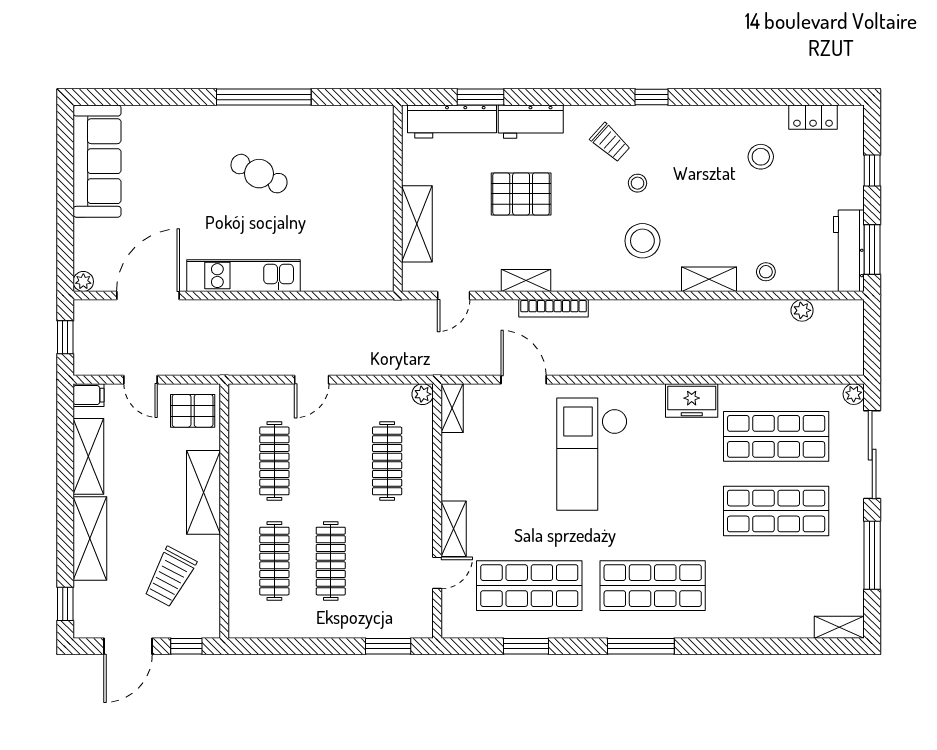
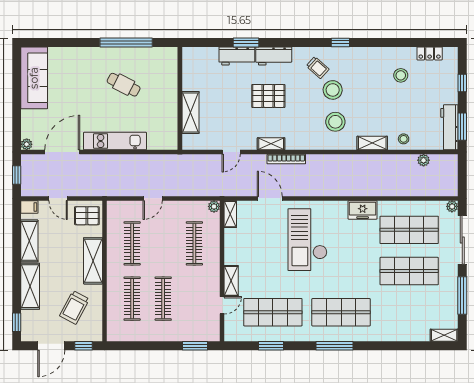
workbench: (452, 122) -> (237, 56), width x0.73
stool: (637, 183) -> (333, 90), width x1.89, depth x1.89
wall: (398, 198) -> (180, 98), moved
shelving: (417, 224) -> (191, 112), moved

